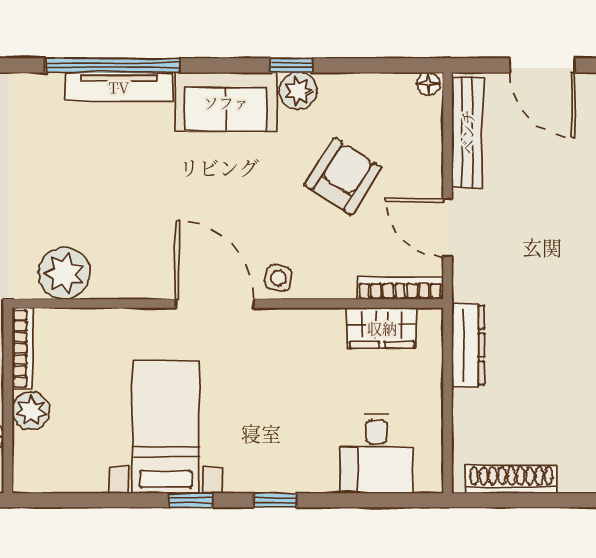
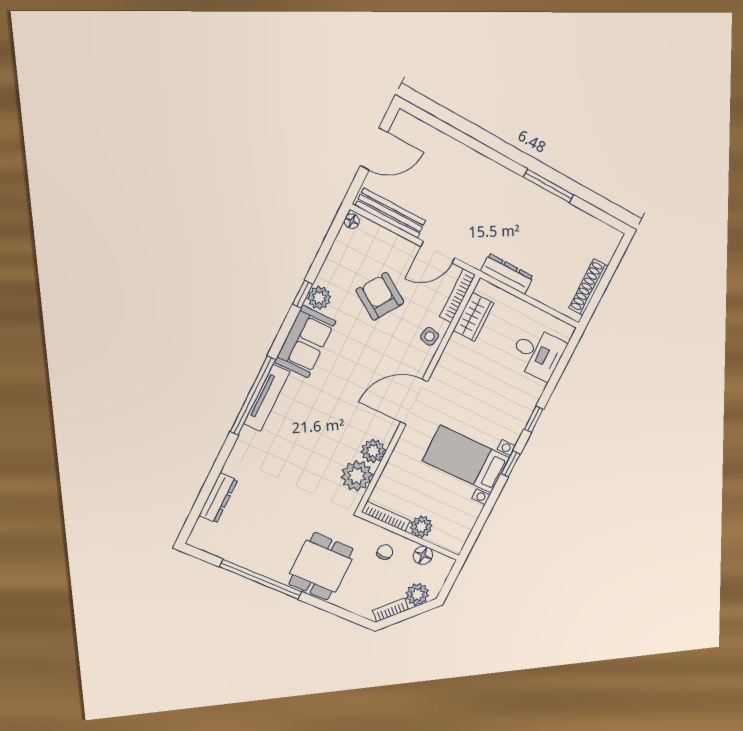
side table: (278, 278) -> (430, 336), moved
plant: (113, 279) -> (373, 451), added

